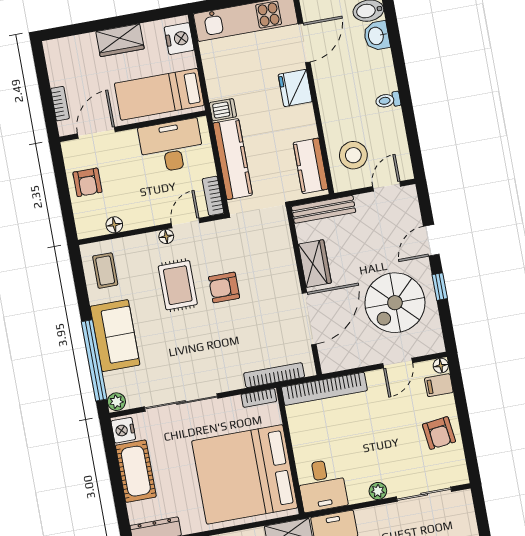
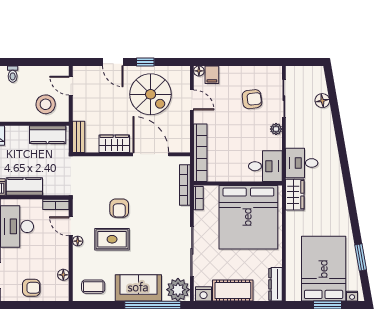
kitchen counter: (233, 159) -> (24, 187), width x0.67
bench: (324, 209) -> (79, 137), width x0.73
plant: (116, 402) -> (178, 290), width x1.88, depth x1.88
armchair: (439, 433) -> (252, 99), moved

